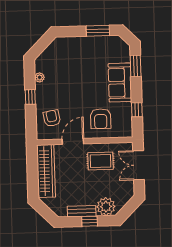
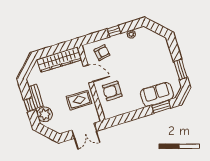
sofa: (120, 83) -> (157, 94), moved
window: (137, 110) -> (127, 117), removed
rug: (100, 161) -> (79, 100), turned 90
double door: (139, 165) -> (84, 131), swing flipped

